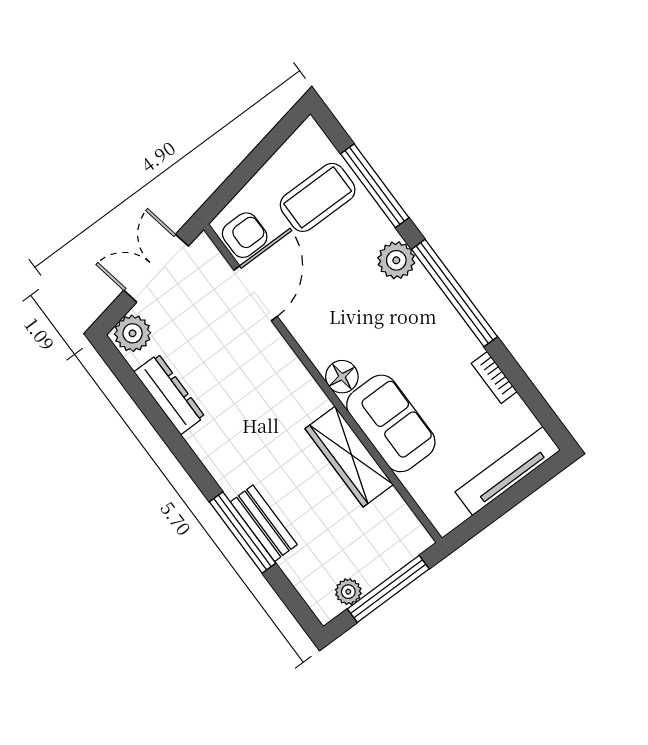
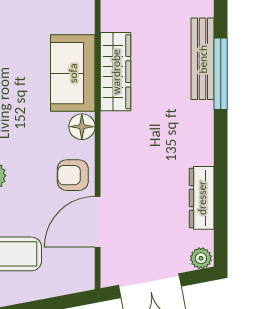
armchair: (245, 235) -> (73, 175), moved
plant: (133, 333) -> (201, 258), width x0.73, depth x0.73
bench: (264, 523) -> (203, 59), width x1.36

